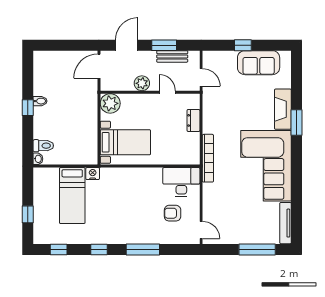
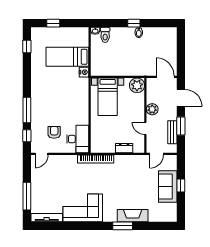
sofa: (259, 63) -> (168, 186), moved
door: (167, 92) -> (145, 128), swing flipped
corner sofa: (266, 166) -> (83, 208), width x0.73, depth x0.74
window: (99, 249) -> (27, 136), moved

